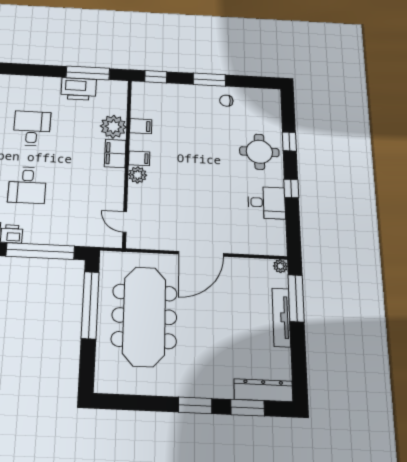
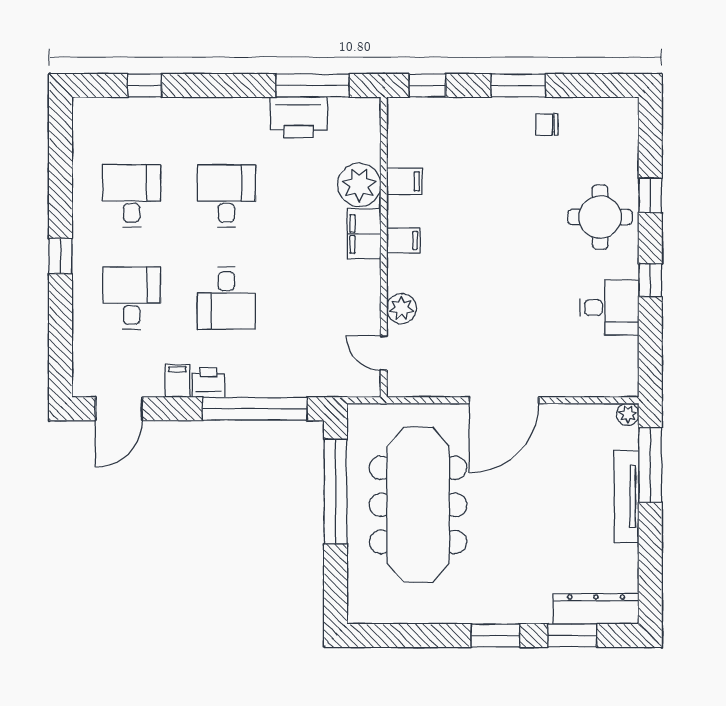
plant: (138, 175) -> (402, 308), moved

